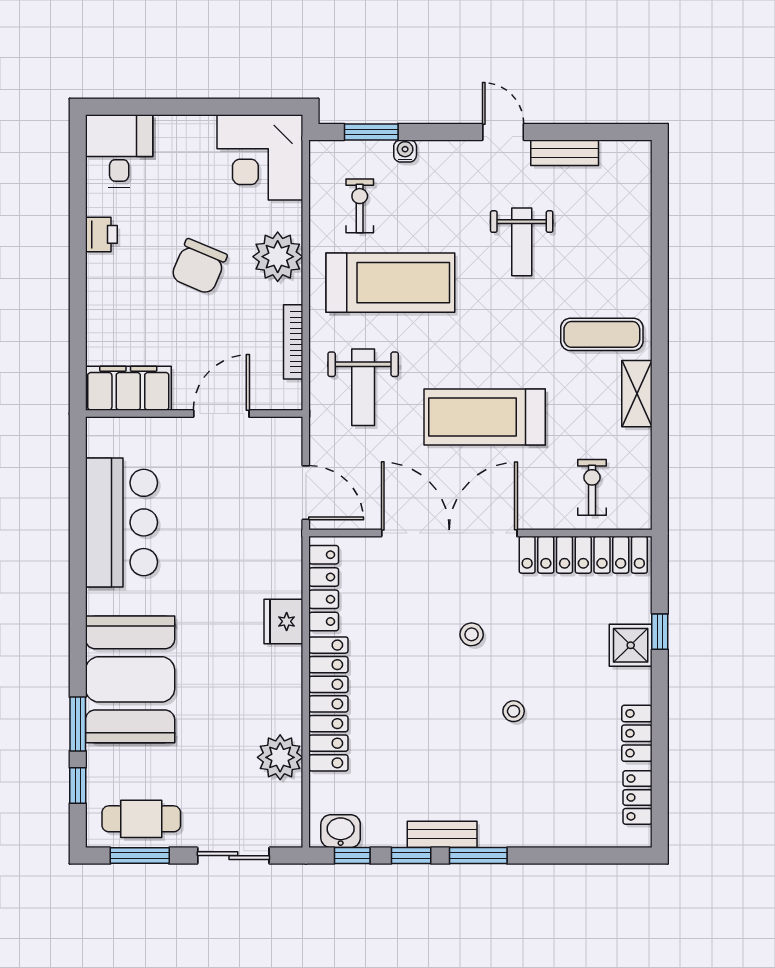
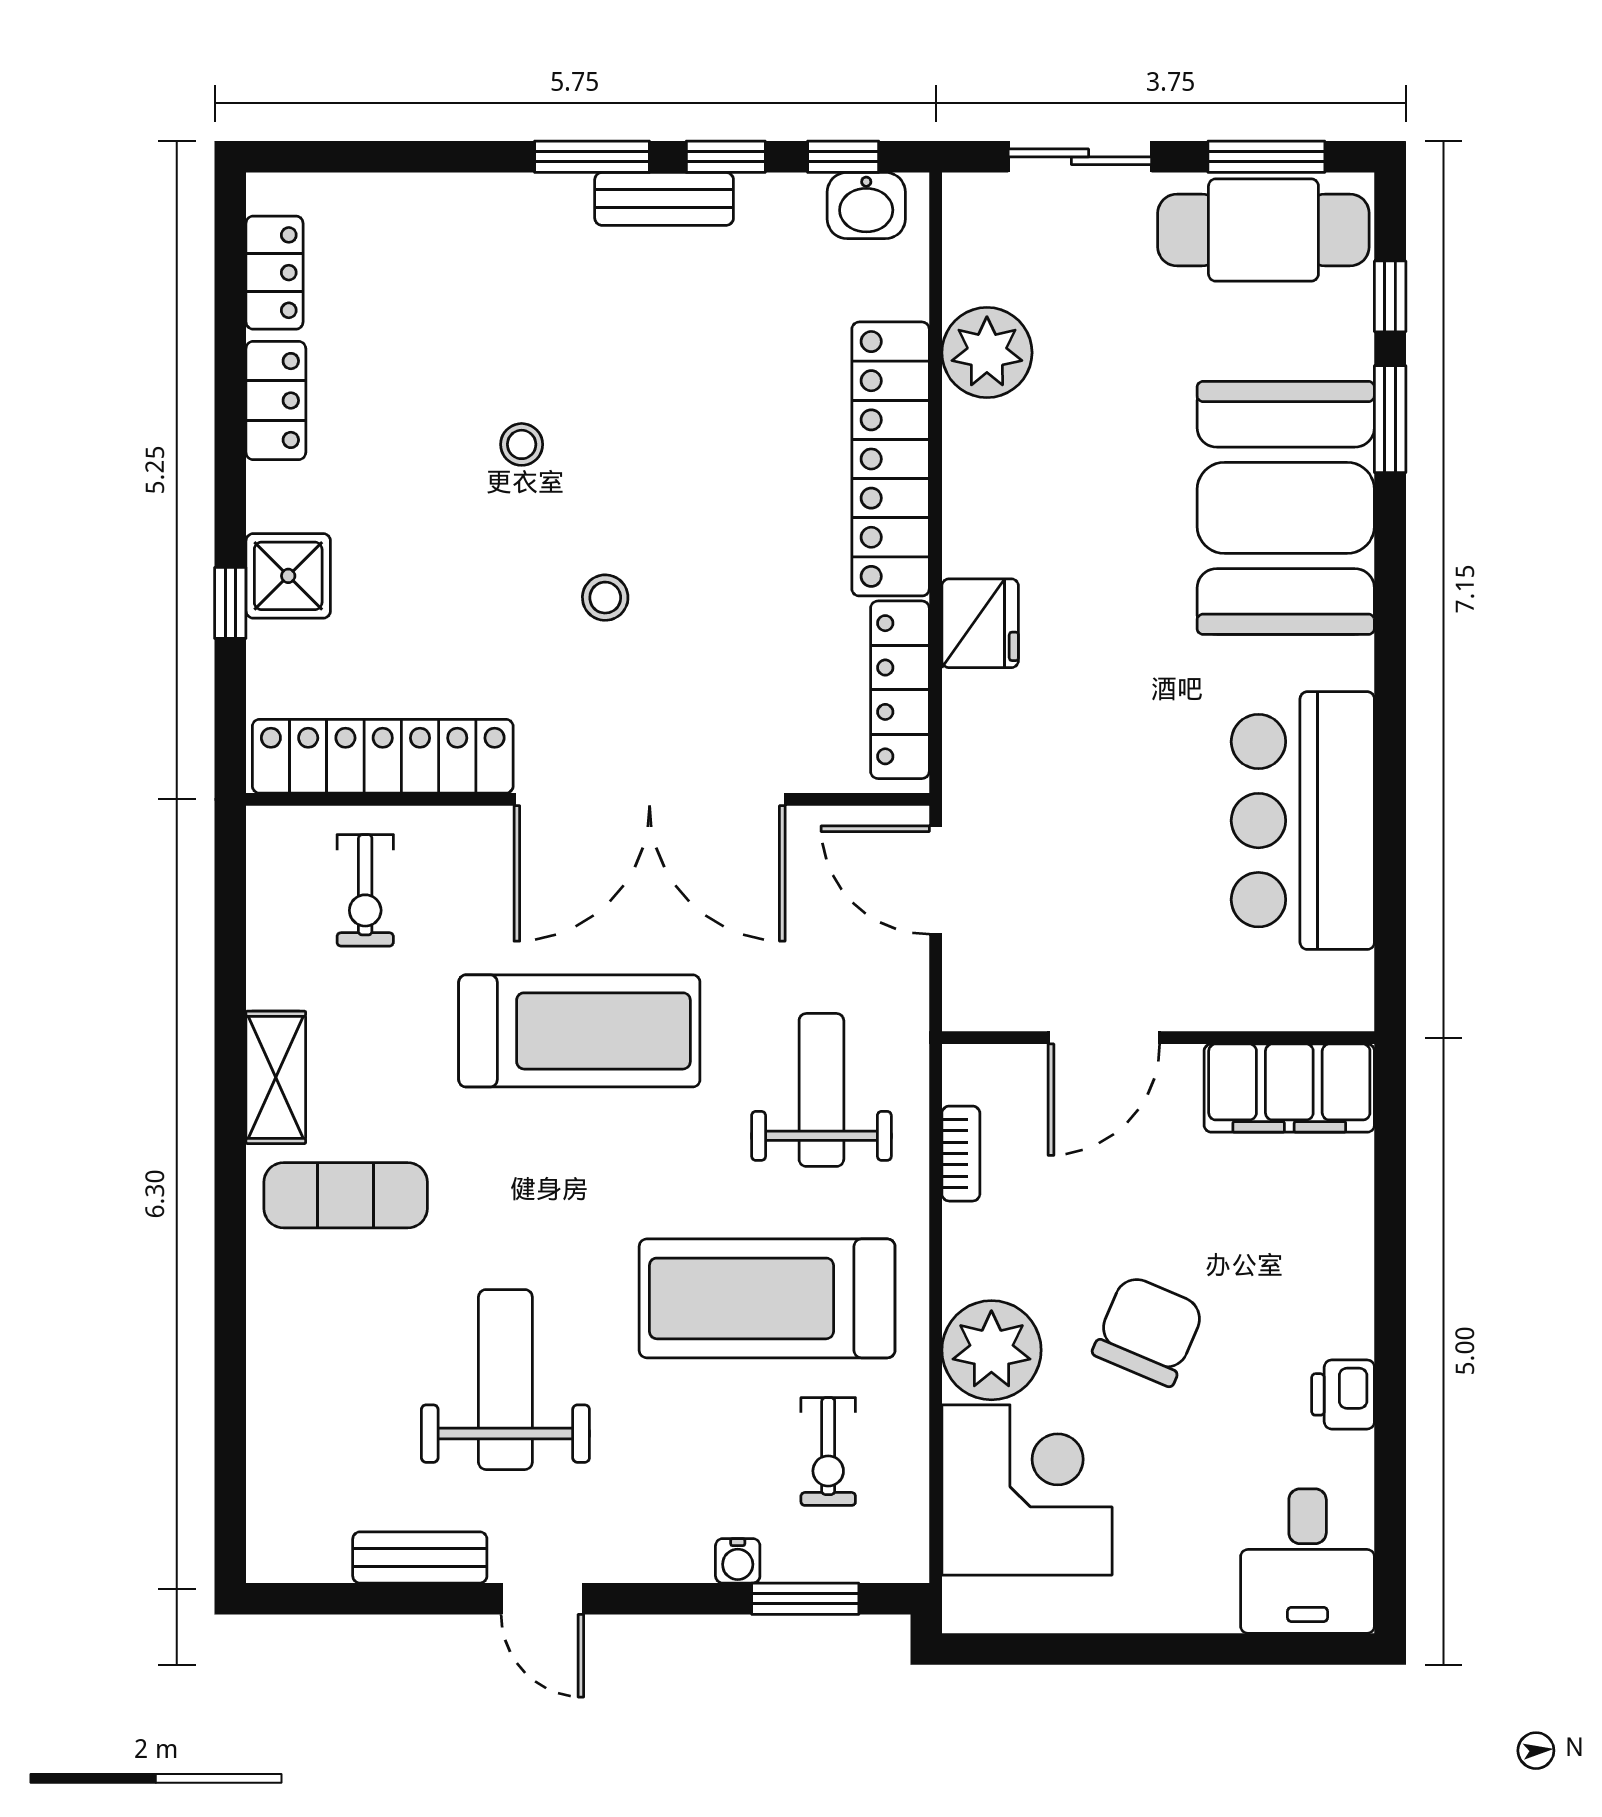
corner desk: (260, 157) -> (1027, 1490), moved
weight bench: (522, 242) -> (505, 1380), width x1.36, depth x1.33
bookcase: (293, 342) -> (961, 1154), width x0.64
cafe table: (141, 819) -> (1263, 230), width x1.37, depth x1.35

